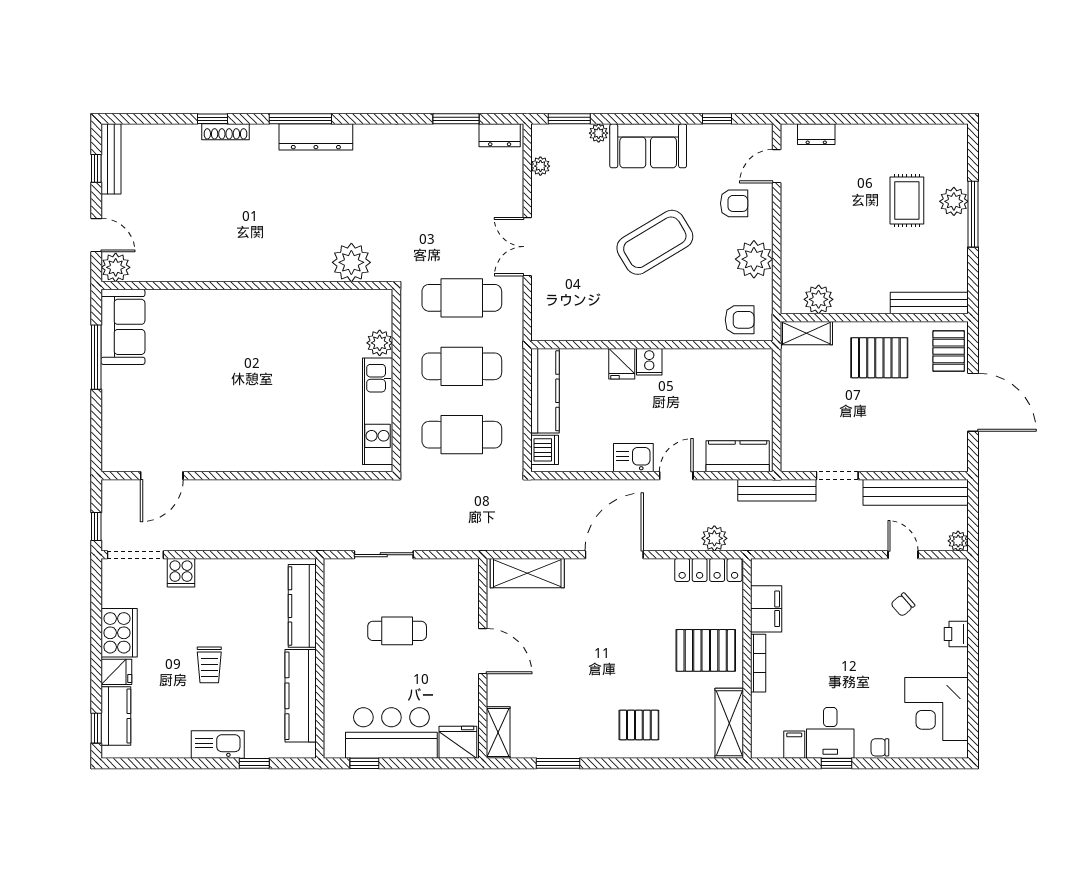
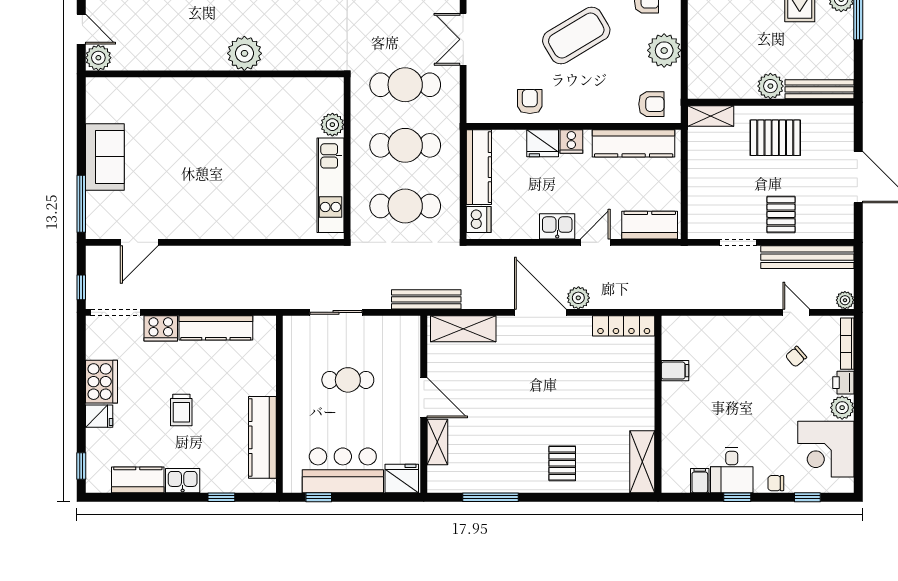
plant: (351, 262) -> (244, 53), moved
plant: (819, 299) -> (770, 86), moved
armchair: (602, 317) -> (530, 101), added
sofa: (123, 327) -> (105, 157), moved
pallet: (949, 351) -> (781, 214), moved
window: (96, 357) -> (81, 204), moved
fridge: (622, 364) -> (543, 143), width x1.38
kitchen counter: (720, 364) -> (634, 143), added
bench: (777, 490) -> (426, 299), moved
plant: (714, 538) -> (578, 298), moved
door: (614, 555) -> (540, 312), hinge flipped
cooker: (181, 573) -> (161, 328), width x1.36
kitchen counter: (302, 606) -> (216, 328), moved, turned -90
filing cabinet: (766, 609) -> (675, 371), width x0.50
pallet: (706, 650) -> (621, 397), removed
plant: (955, 662) -> (842, 408), added
bookcase: (758, 663) -> (847, 344), moved, turned 180
kitchen counter: (116, 716) -> (138, 480), moved, turned -90
pallet: (639, 725) -> (562, 463), turned 90
shelving: (498, 733) -> (437, 442), moved
kitchen sink: (218, 745) -> (183, 481), width x0.73
window: (558, 763) -> (490, 497), width x1.44
window: (916, 763) -> (807, 497), added

